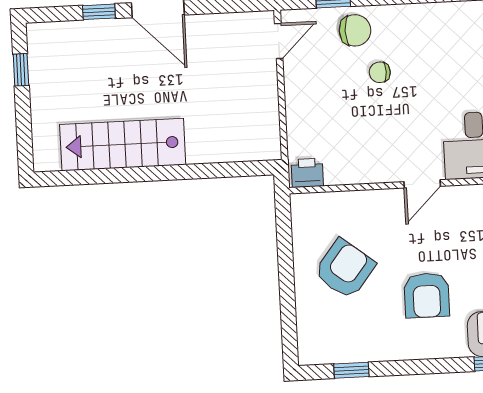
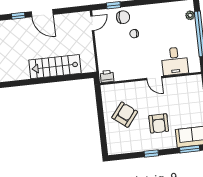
stairs: (123, 145) -> (55, 67), moved
door: (422, 184) -> (154, 78), hinge flipped
window: (351, 370) -> (151, 153), moved

